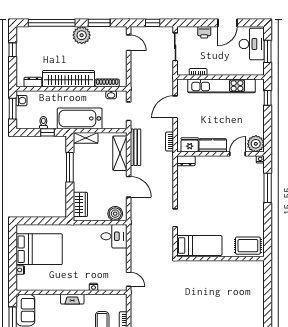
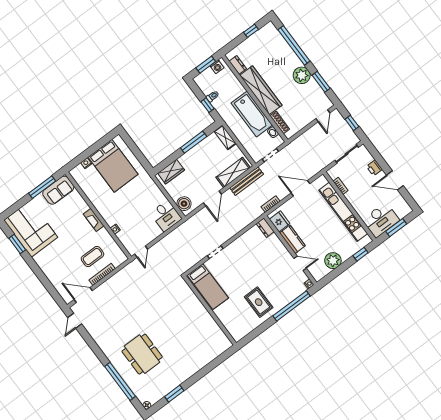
desk: (252, 44) -> (381, 220), moved
bathtub: (80, 118) -> (252, 114), moved, turned 180
plant: (256, 144) -> (333, 261), moved
window: (268, 188) -> (291, 306), width x1.46
rug: (248, 246) -> (259, 302), moved

